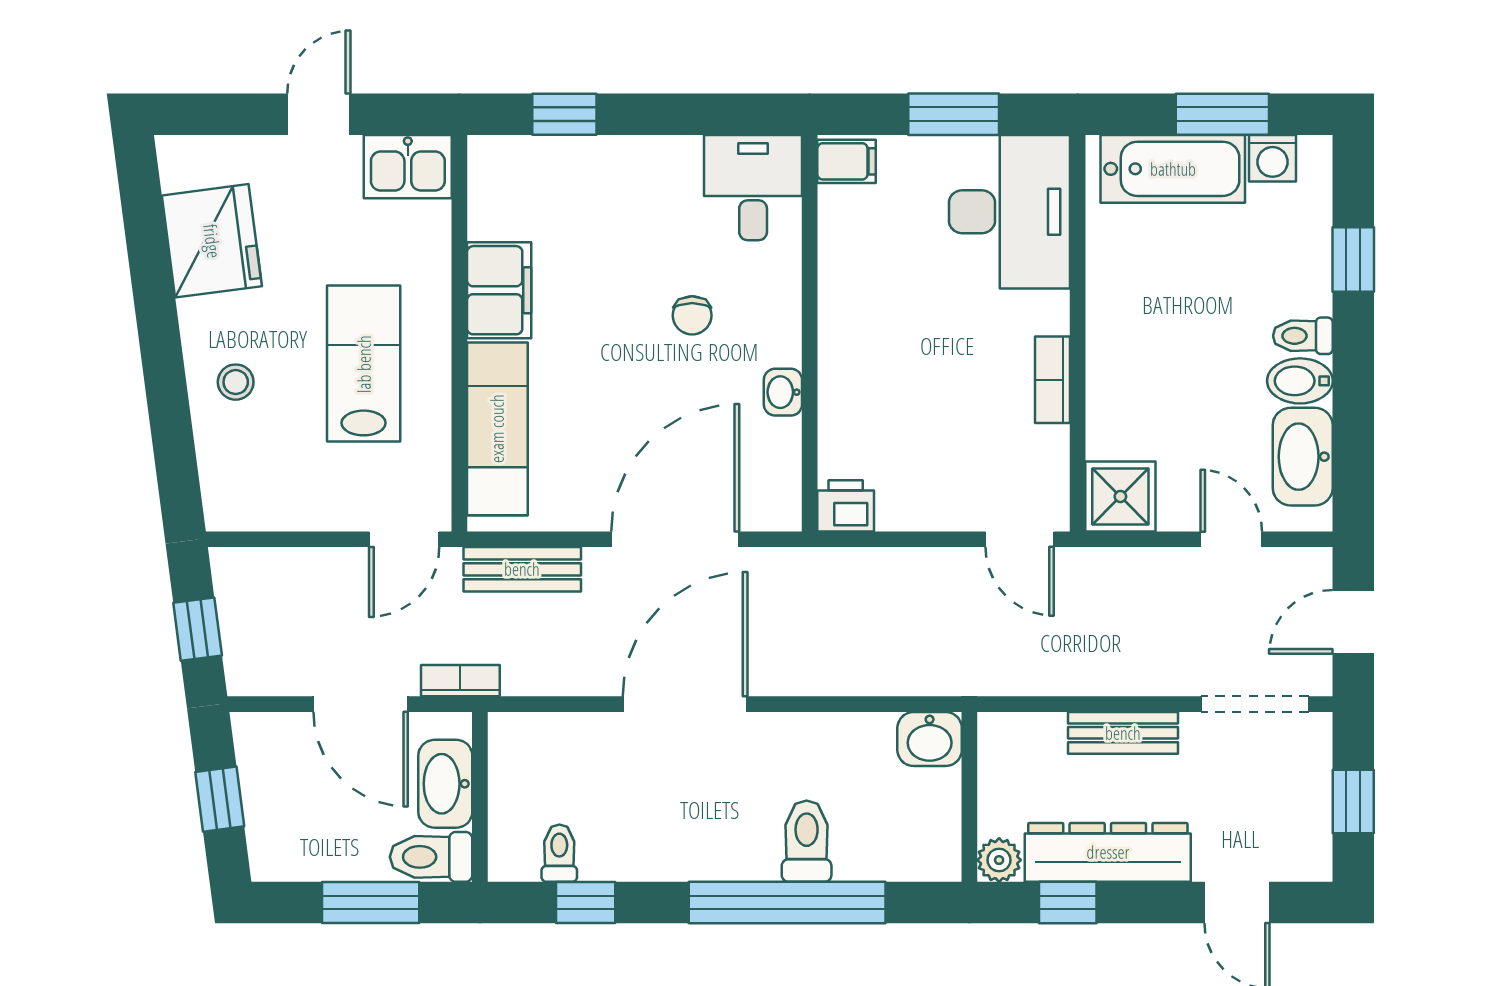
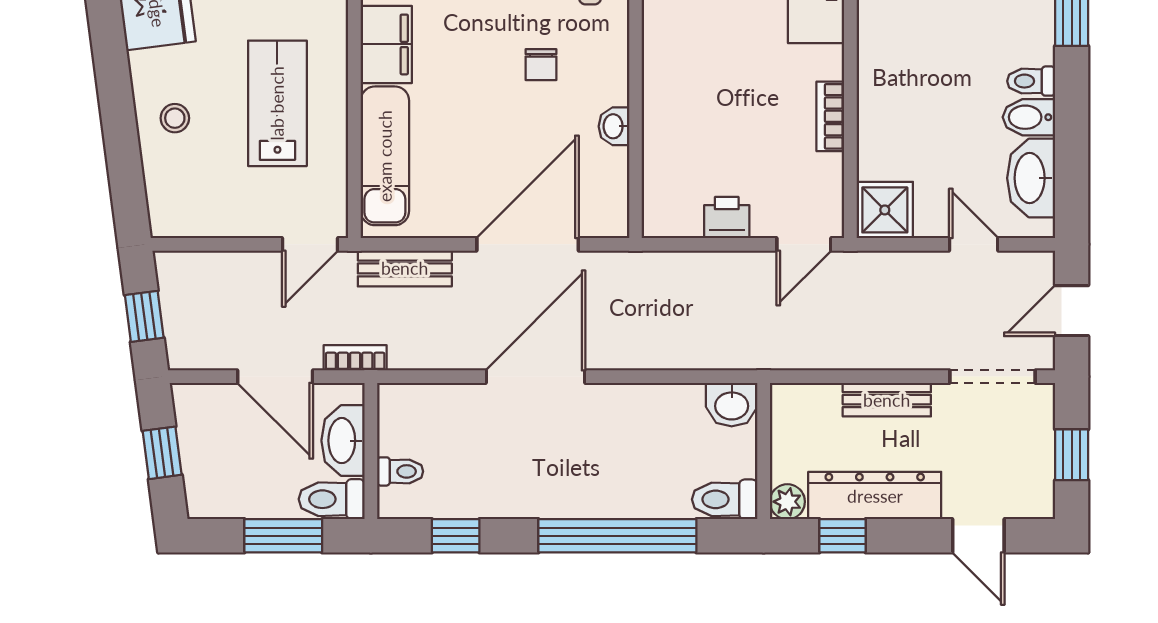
printer: (846, 506) -> (727, 217), moved
door: (1020, 539) -> (804, 244), hinge flipped
toilet: (807, 841) -> (725, 499), moved, turned -90
toilet: (559, 853) -> (400, 471), moved, turned 90

